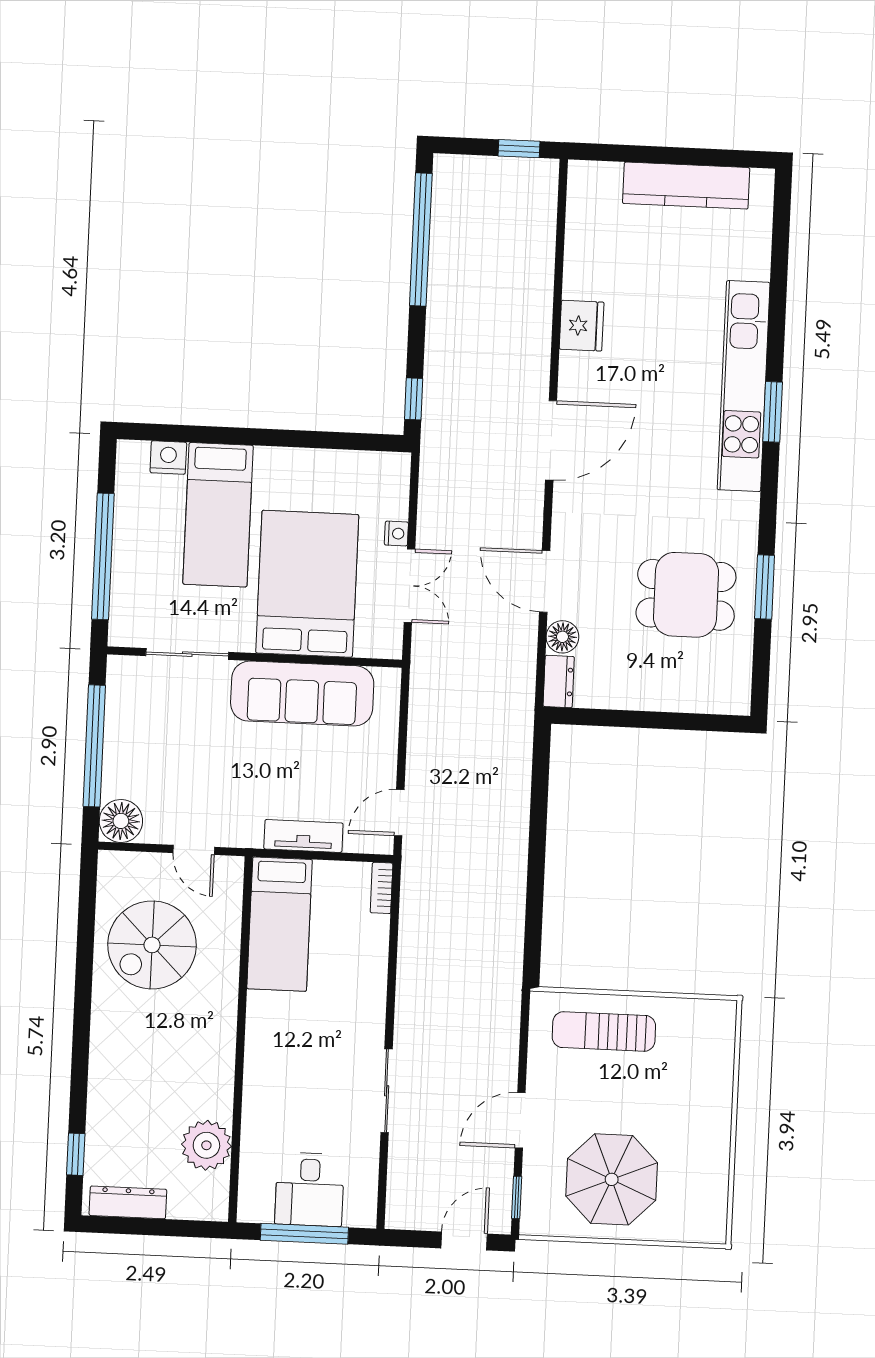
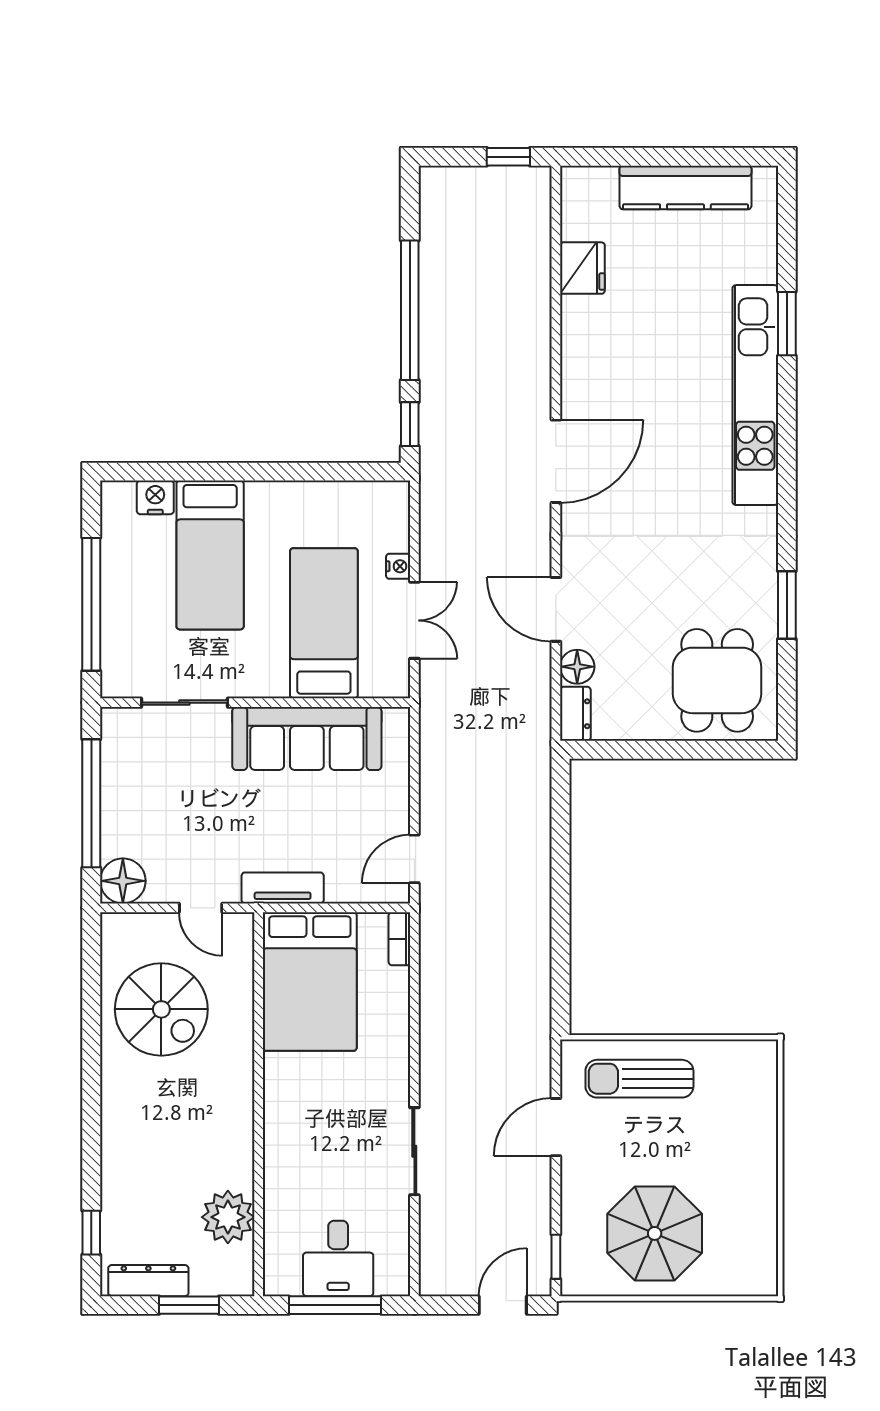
window: (421, 240) -> (410, 310), moved
fridge: (582, 326) -> (582, 268), moved
window: (773, 412) -> (787, 324), moved
bed: (307, 584) -> (324, 623), width x0.67
dining table: (686, 595) -> (717, 680), moved, turned 90
tv unit: (303, 836) -> (283, 888), moved
bed: (280, 924) -> (310, 982), width x1.50
spiral stairs: (152, 945) -> (161, 1009), turned -90
door: (520, 1120) -> (556, 1127), moved
window: (166, 1227) -> (189, 1305), added

